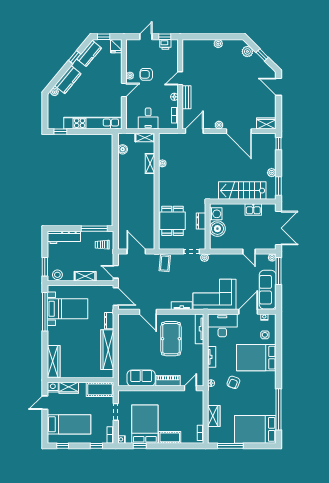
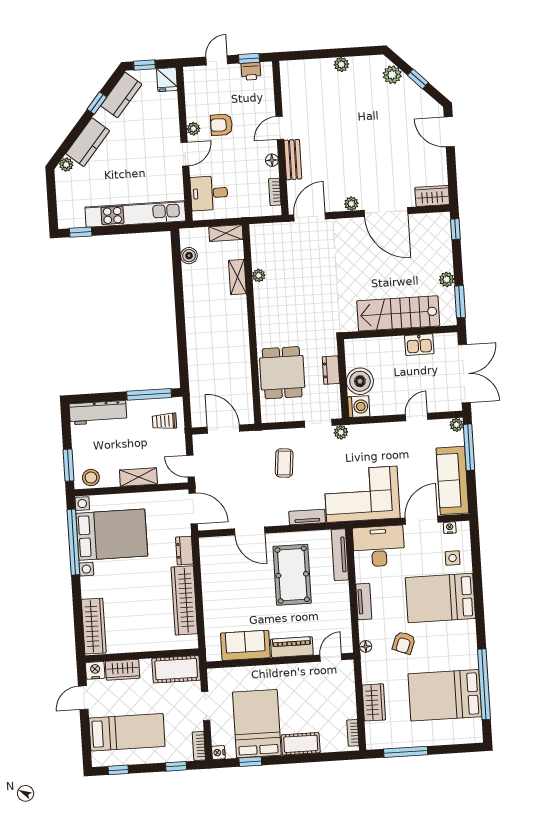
desk: (148, 119) -> (209, 193), moved, turned 90
washing machine: (216, 214) -> (359, 407), moved
door: (249, 252) -> (417, 417), swing flipped
coffee table: (165, 263) -> (284, 463), moved
bed with nightstands: (67, 309) -> (112, 535), width x1.36
bed: (255, 429) -> (445, 695), moved

